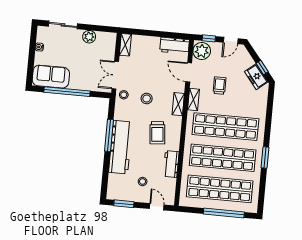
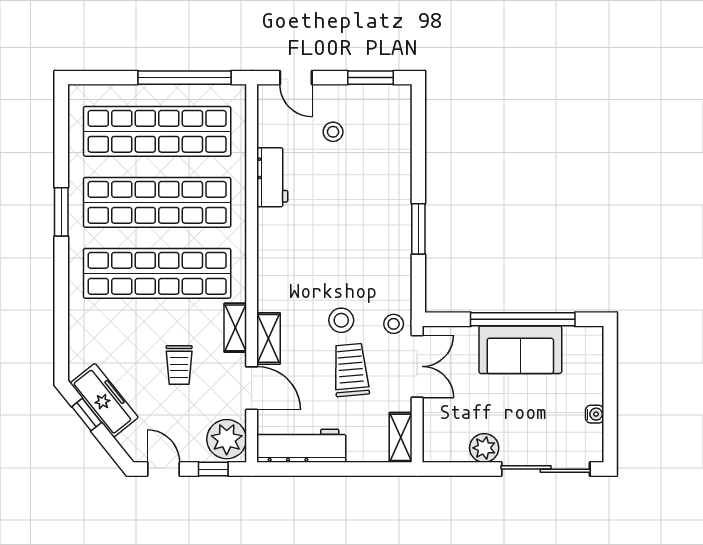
sliding door: (63, 25) -> (546, 469), width x1.37
door: (231, 40) -> (163, 469), hinge flipped
workbench: (175, 46) -> (301, 446), width x1.38
sofa: (51, 77) -> (520, 350), moved
freezer: (256, 77) -> (104, 400), width x1.40
shelving: (178, 104) -> (269, 338), moved
trolley: (157, 133) -> (351, 370), moved
window: (109, 135) -> (418, 229), width x0.69
workbench: (120, 147) -> (390, 205), removed
window: (224, 213) -> (184, 78), moved

